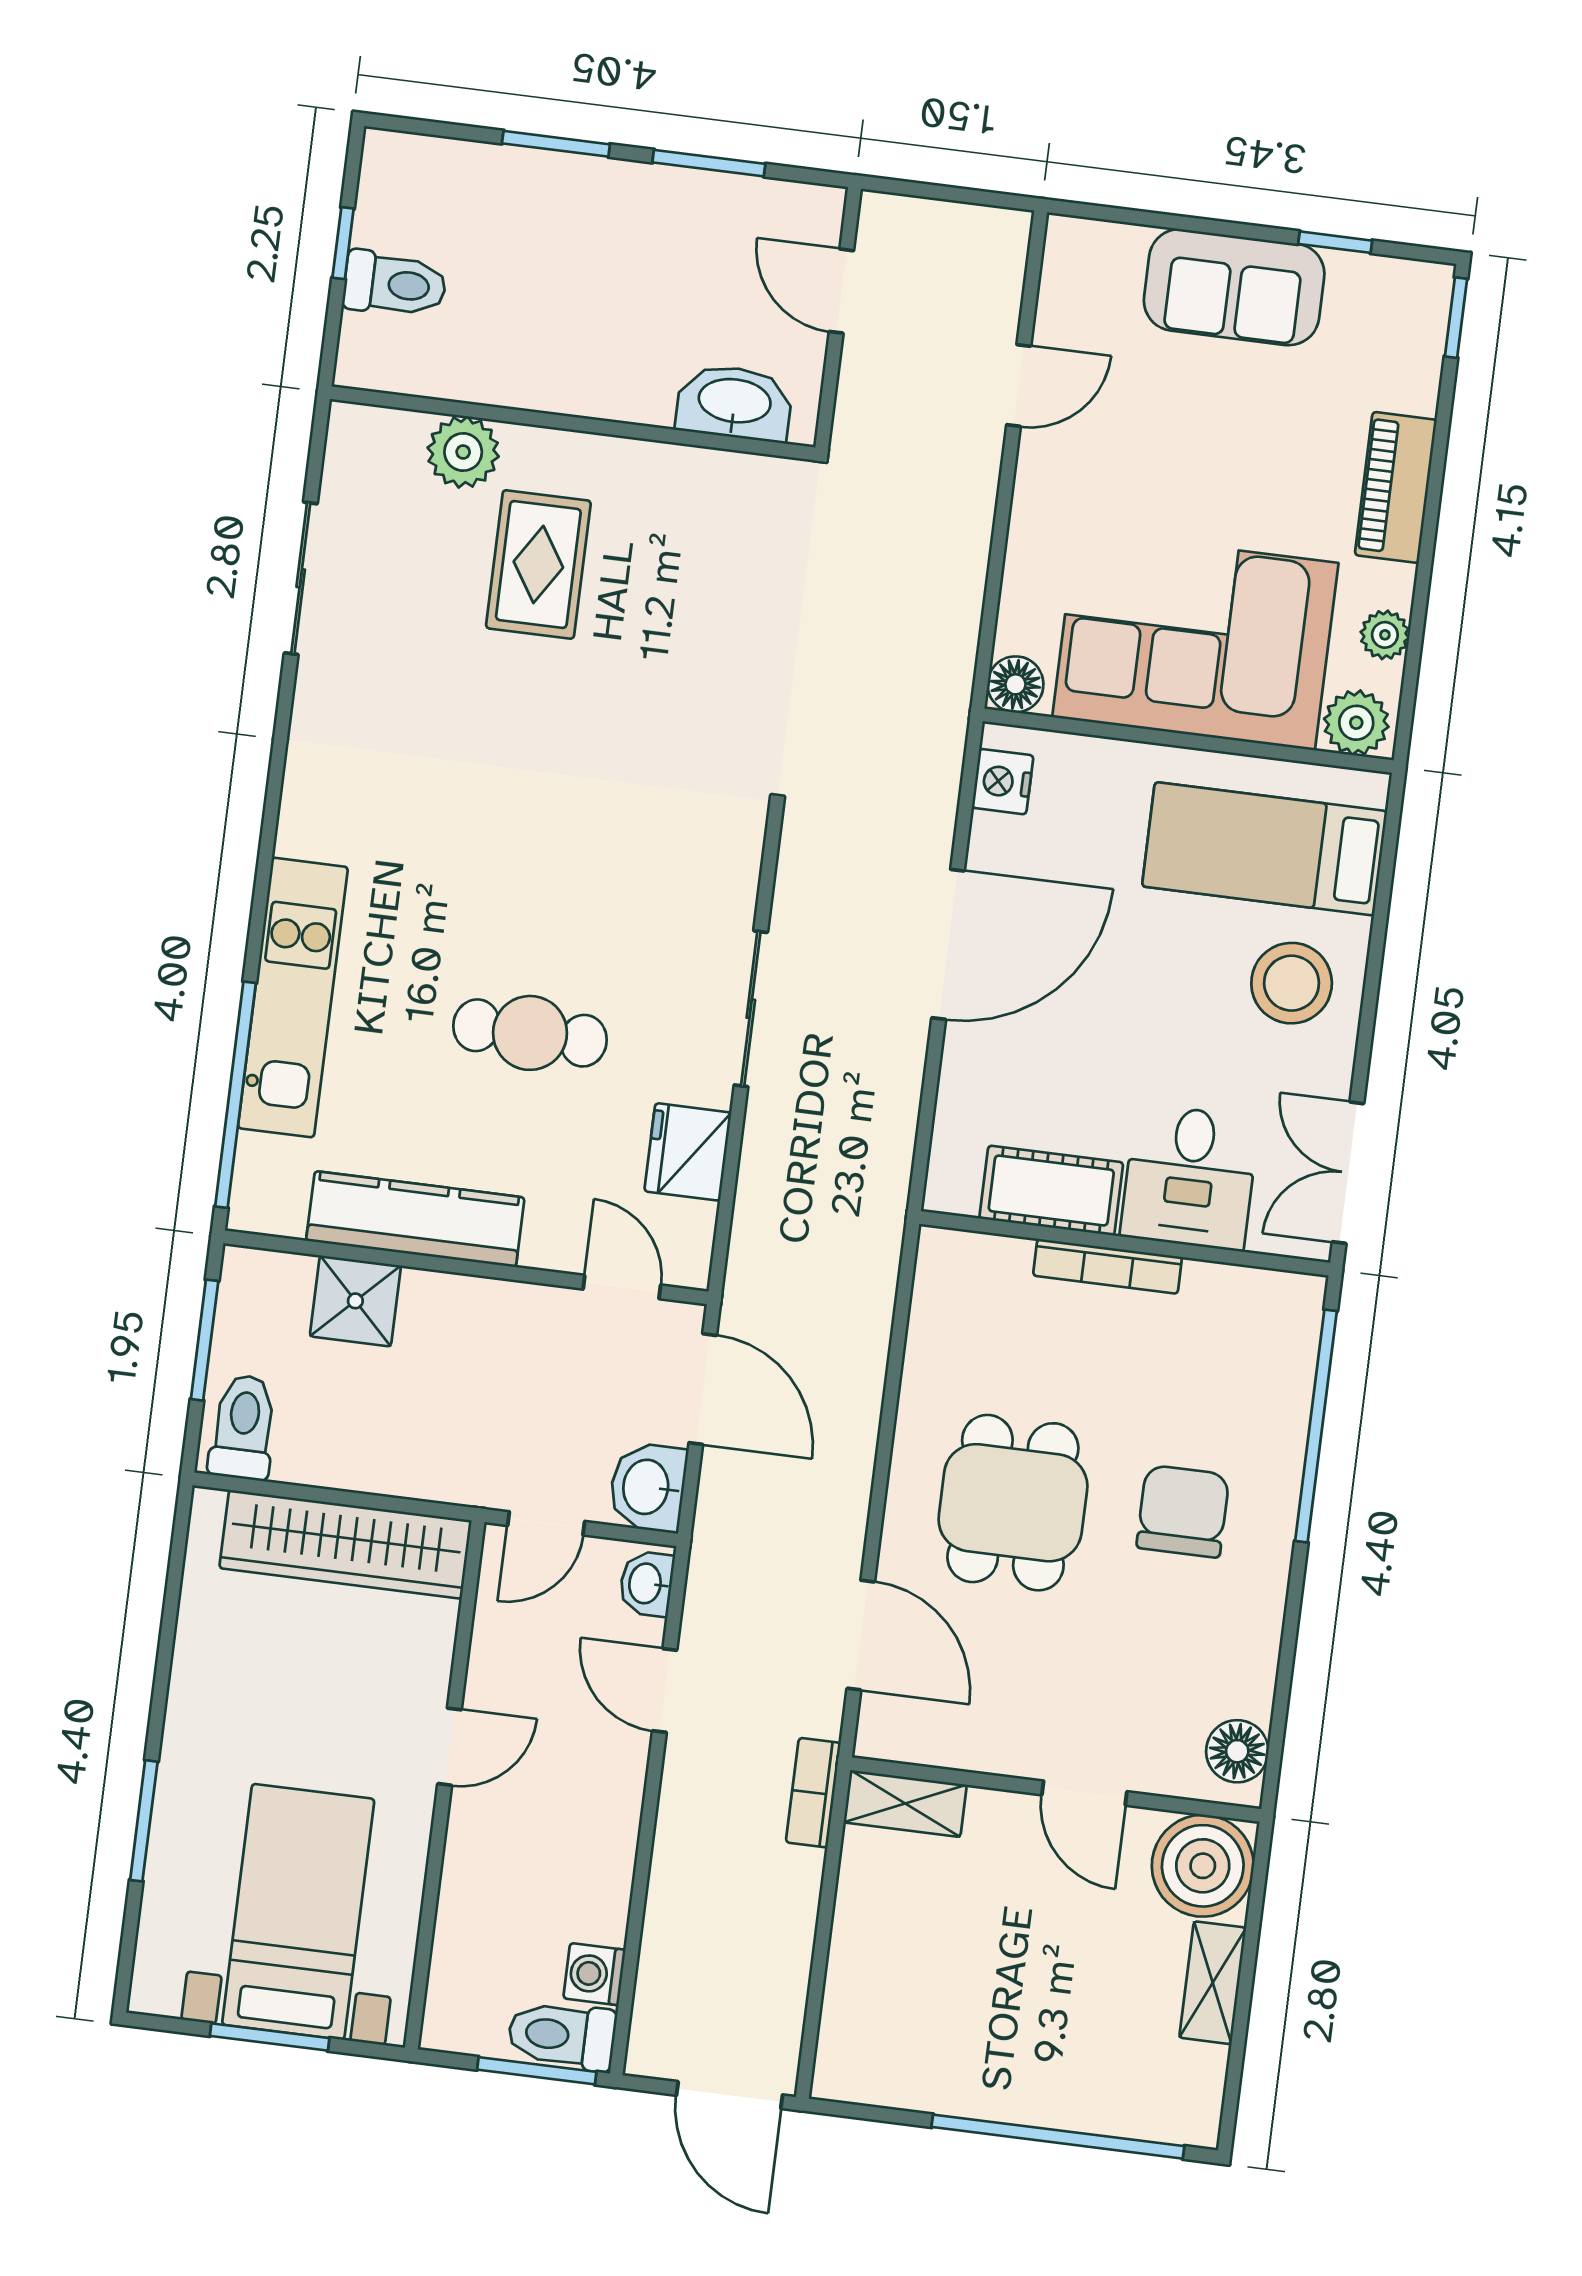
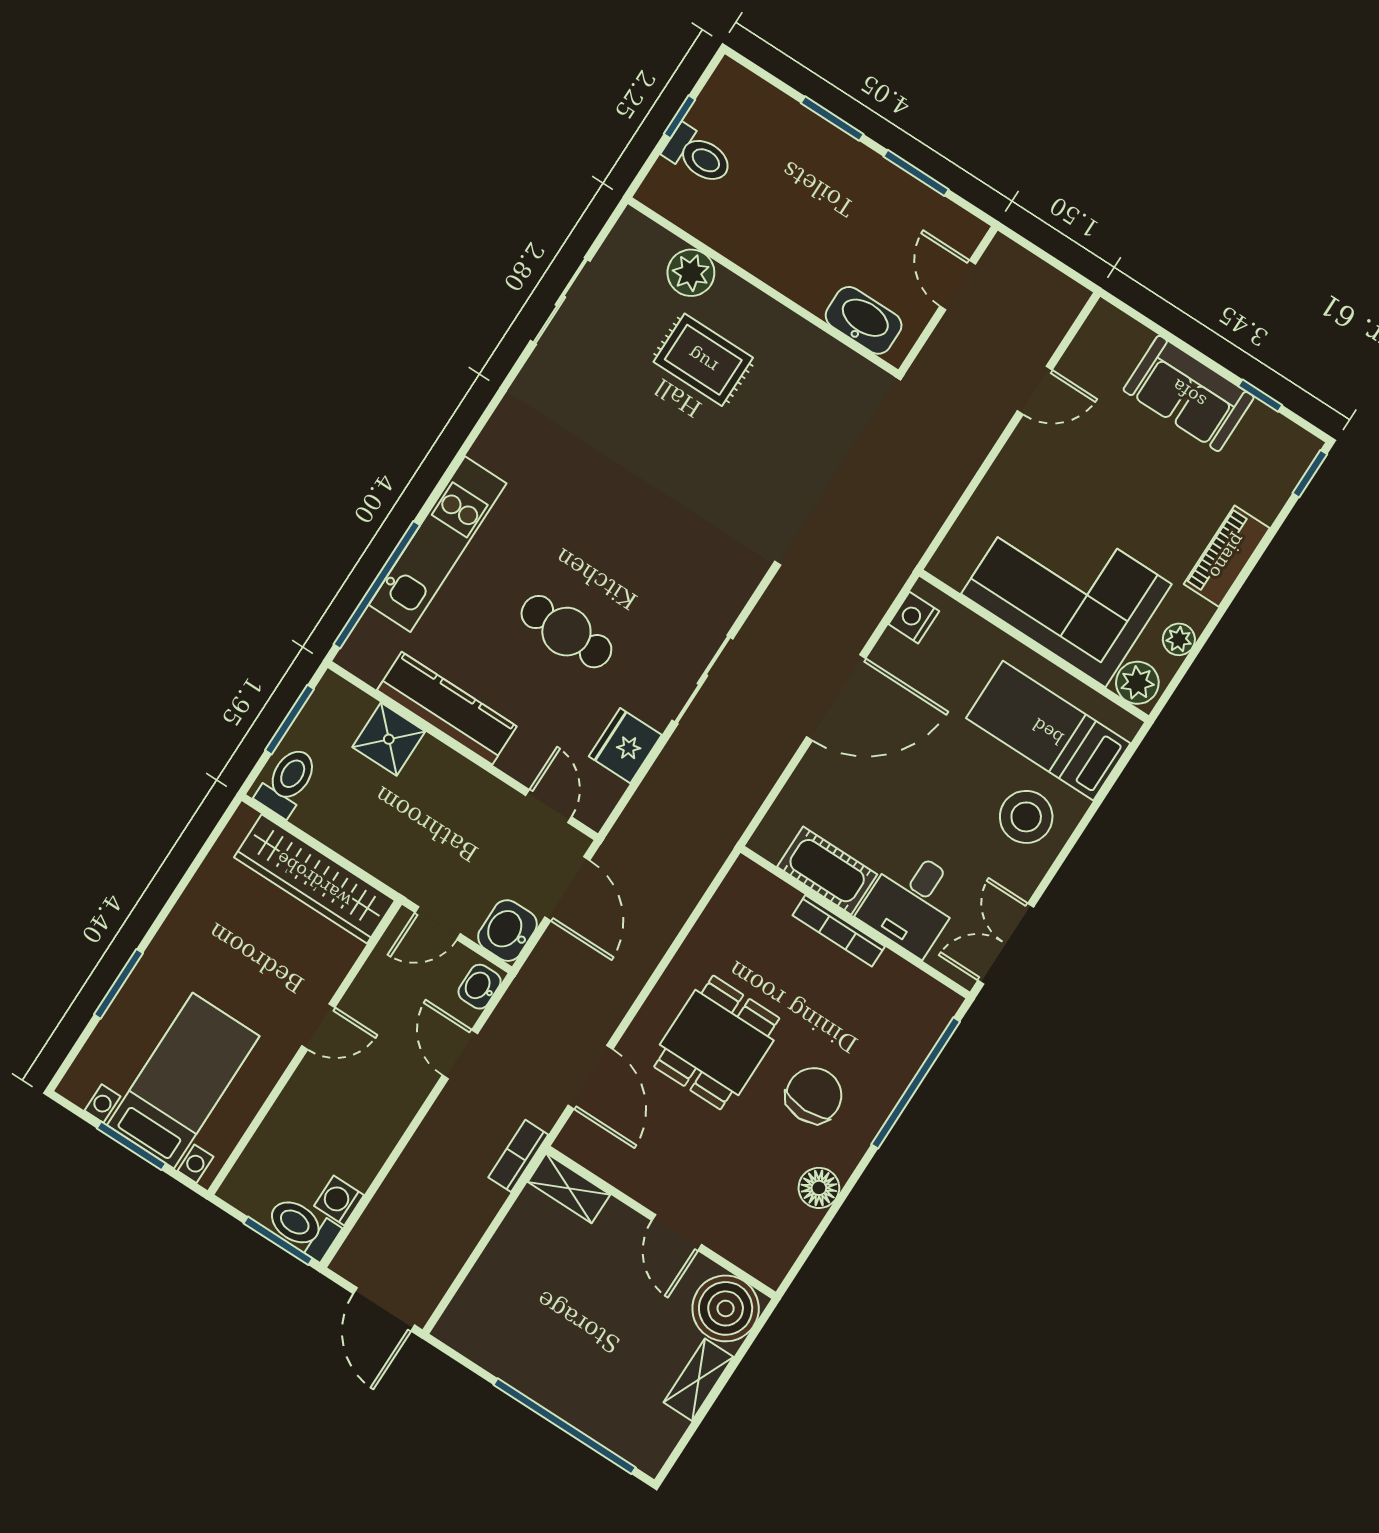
rug: (538, 564) -> (703, 360), turned 90
floor lamp: (1015, 684) -> (949, 564), removed
floor lamp: (1237, 1751) -> (819, 1188), moved

